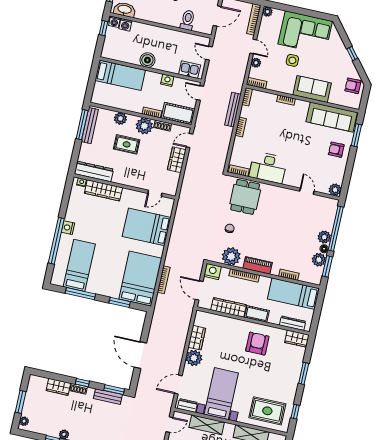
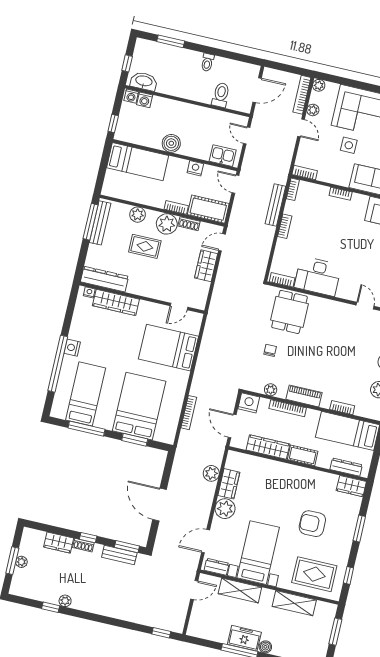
window: (103, 28) -> (113, 123), moved
plant: (256, 63) -> (313, 110), moved
plant: (231, 256) -> (271, 390), width x0.53, depth x0.53
bed: (140, 279) -> (139, 406), moved
plant: (182, 329) -> (211, 473), added
armchair: (257, 344) -> (312, 524), moved, turned -90
plant: (24, 421) -> (21, 562), moved

